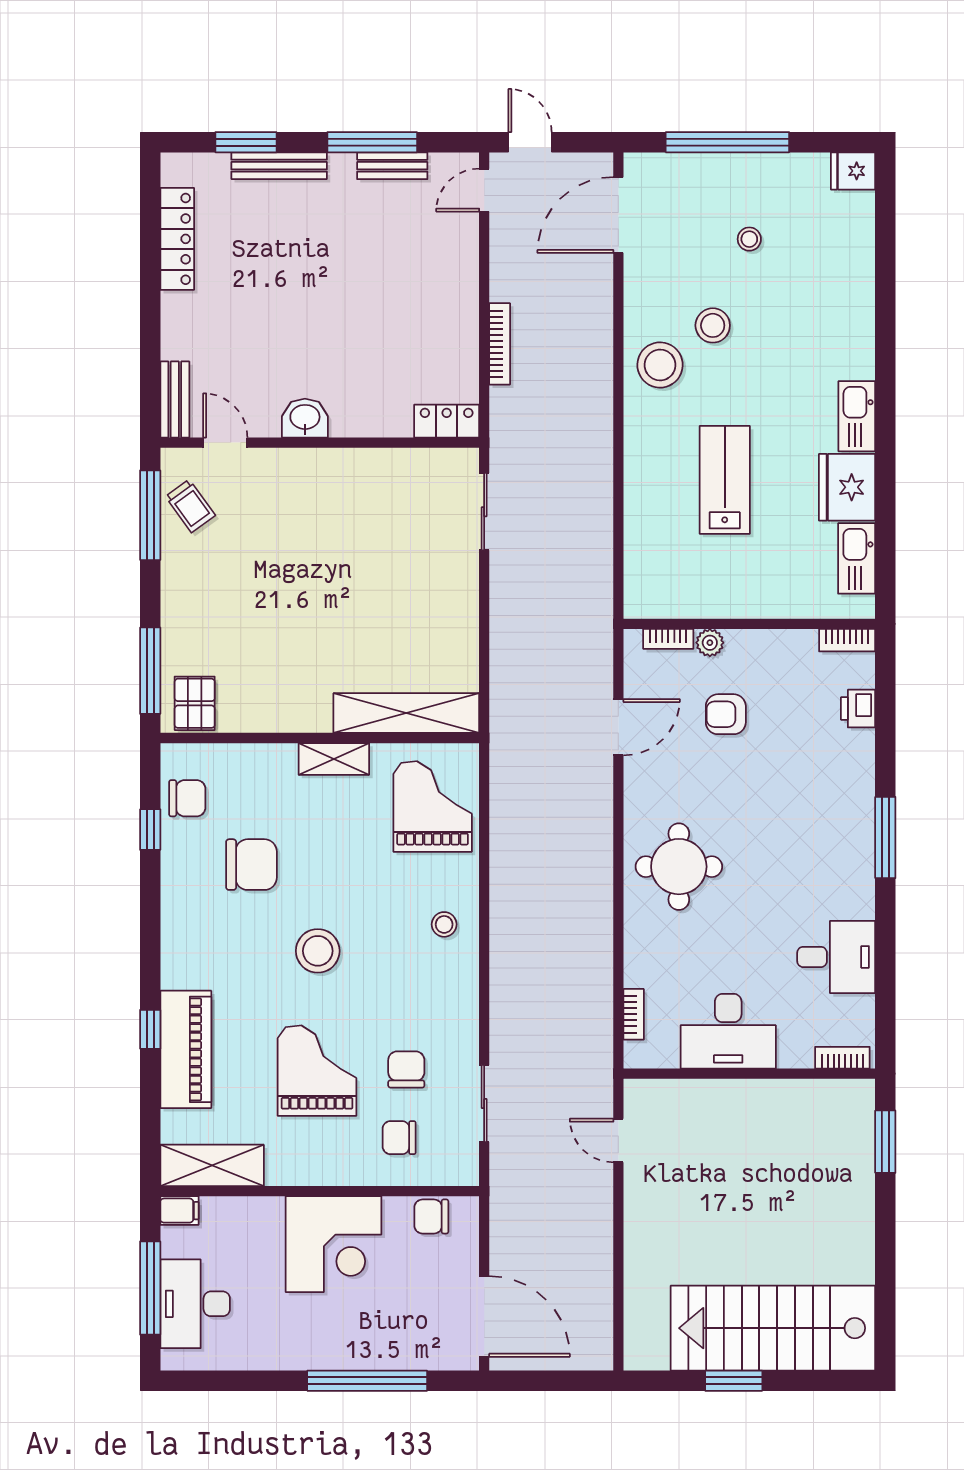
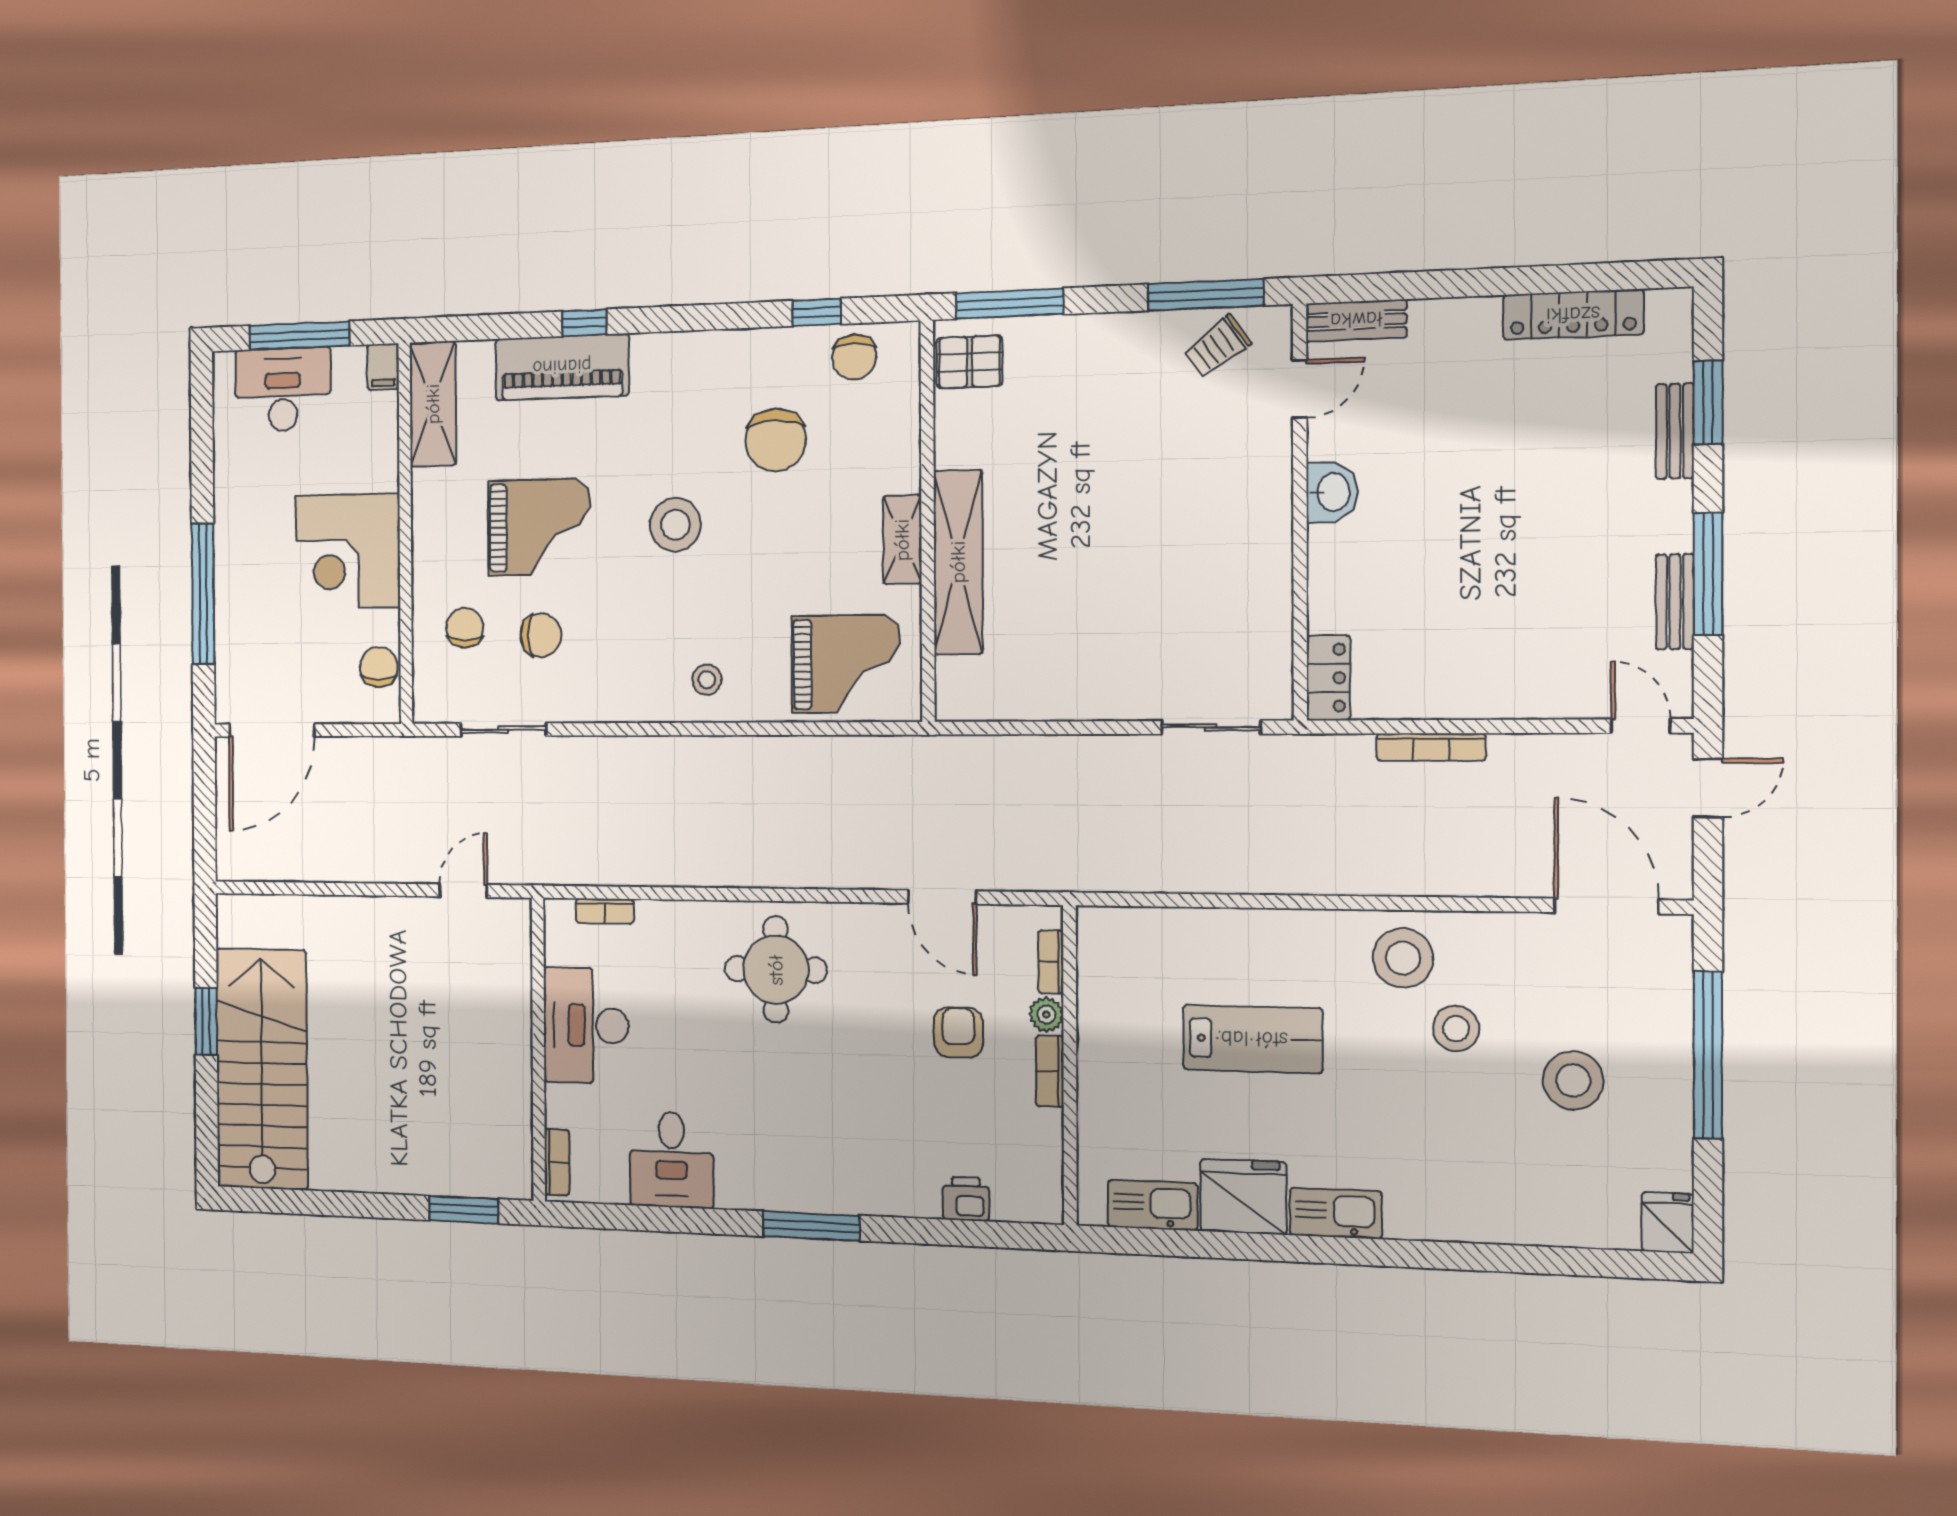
bench: (279, 166) -> (1675, 431), width x0.73
stool: (749, 239) -> (1573, 1080), width x1.89, depth x1.89
bookcase: (847, 640) -> (1050, 1071), moved
shelving: (406, 713) -> (958, 562), moved

